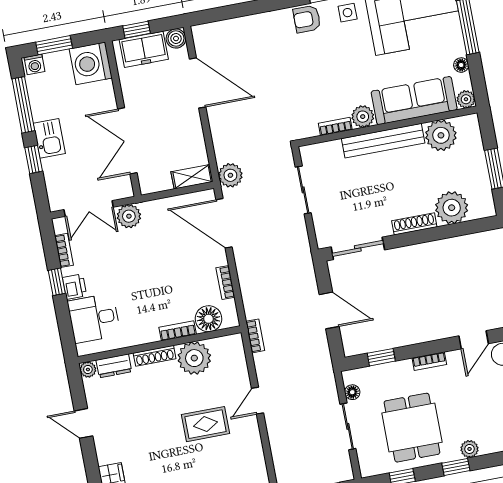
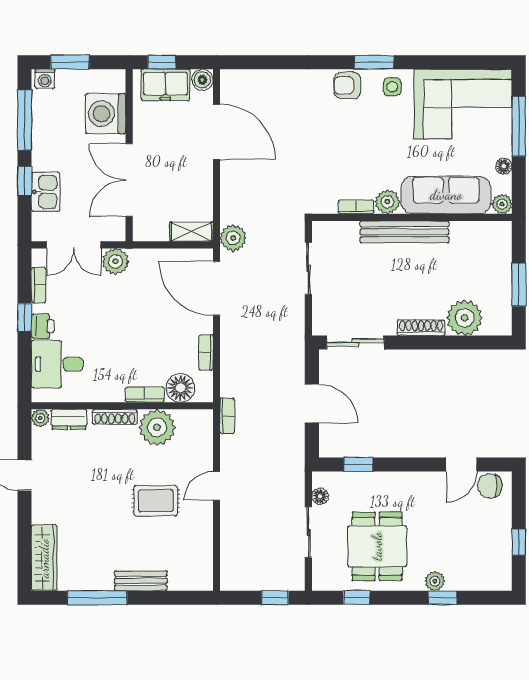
washing machine: (91, 63) -> (106, 114), moved
plant: (441, 135) -> (468, 238), removed
kitchen sink: (49, 138) -> (46, 192), moved
bookcase: (429, 361) -> (409, 478), removed
window: (456, 467) -> (443, 598), moved

